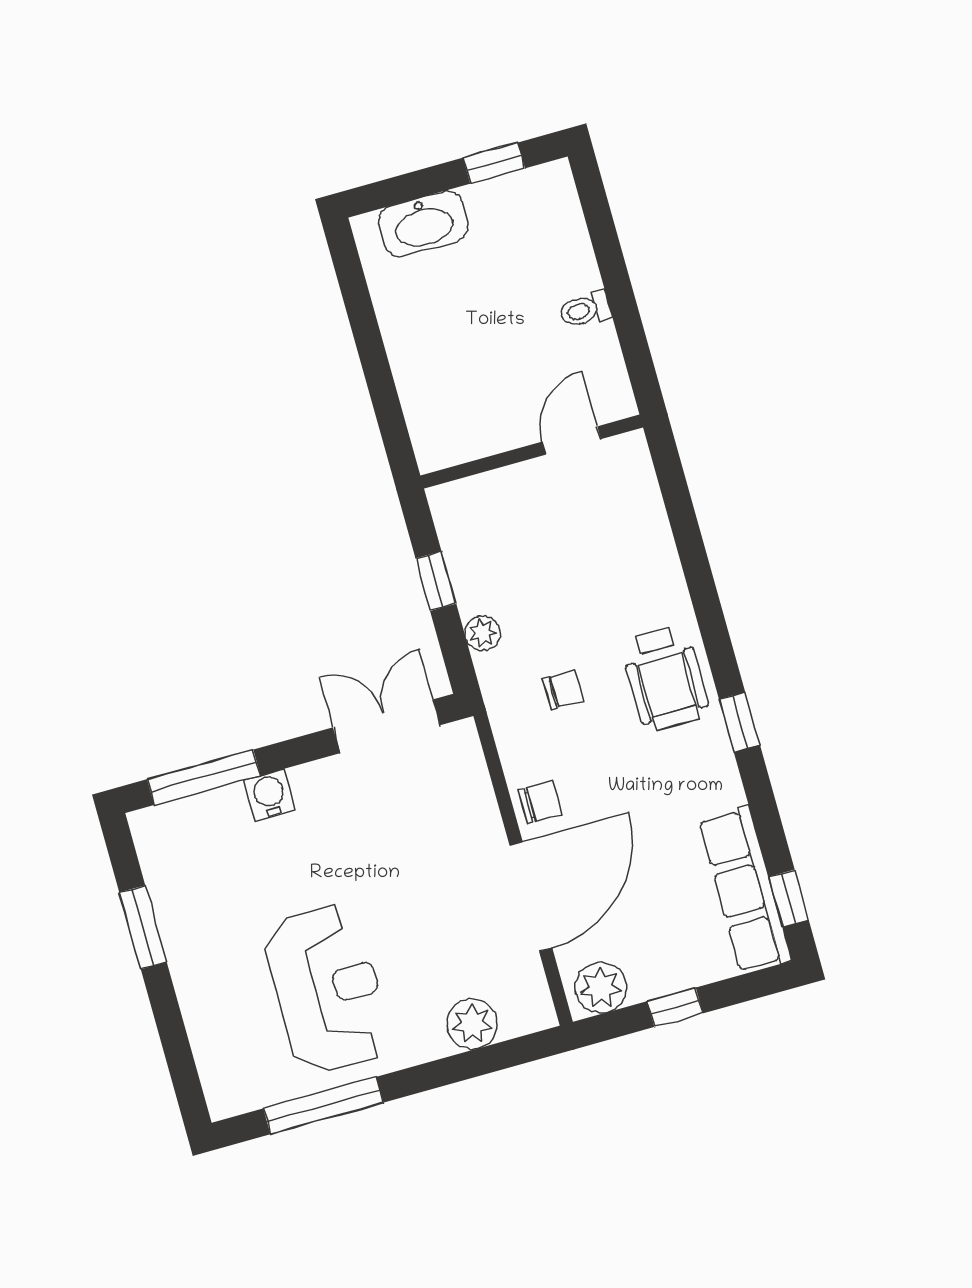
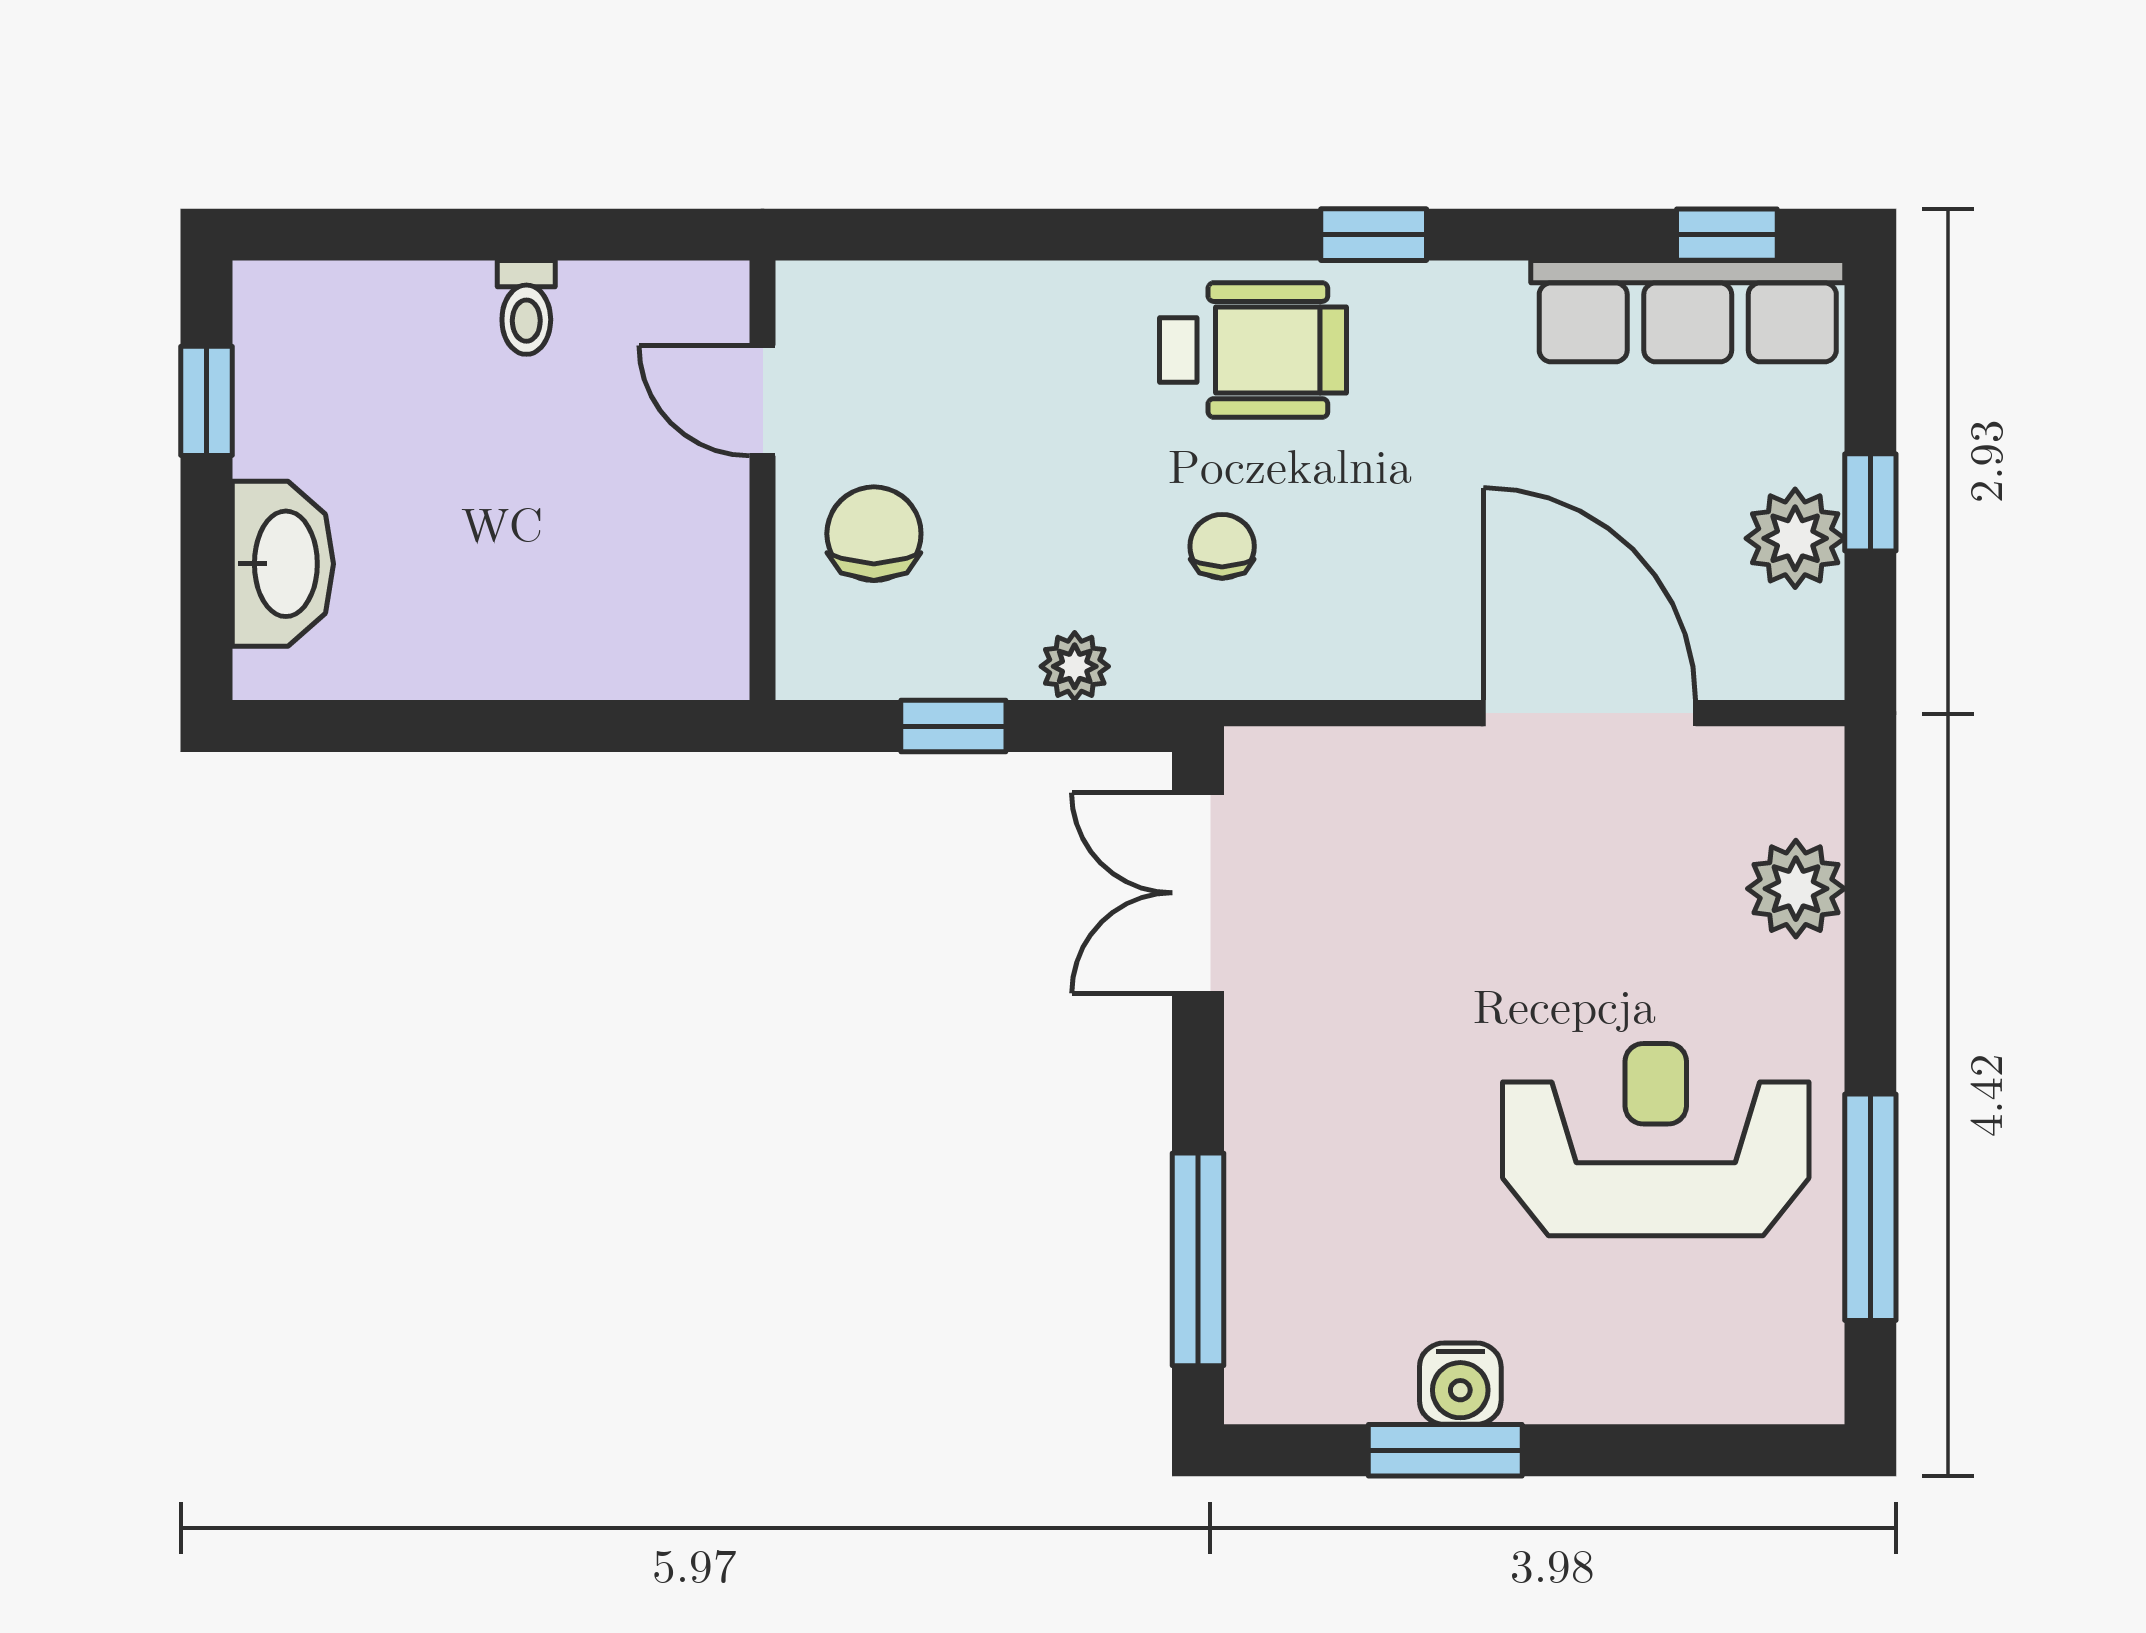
water cooler: (269, 795) -> (1460, 1384), moved, turned -90
chair: (540, 802) -> (874, 534), moved, width x1.37, depth x1.37
plant: (601, 988) -> (1795, 538), moved

